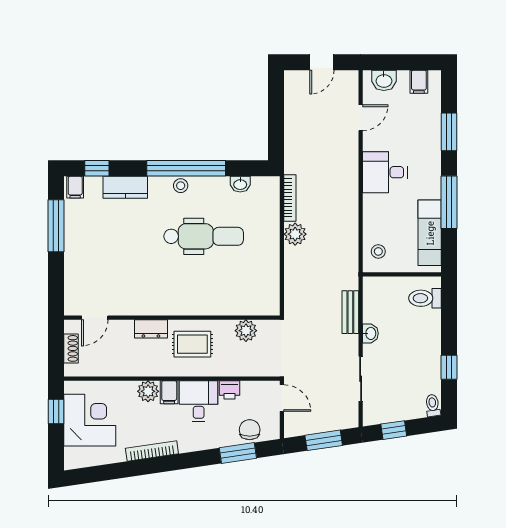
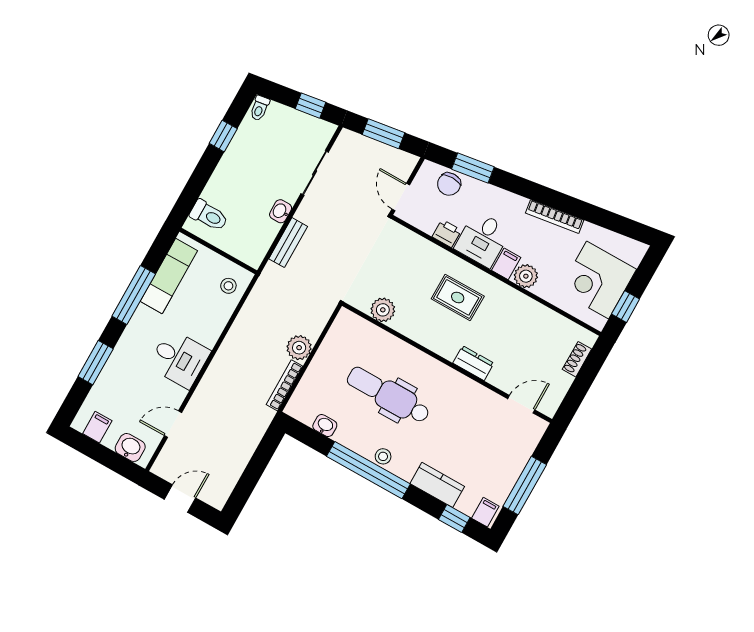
door: (95, 318) -> (521, 404), moved
wall: (172, 318) -> (447, 362), moved
dresser: (151, 329) -> (473, 363), moved
plant: (246, 331) -> (383, 310), moved

